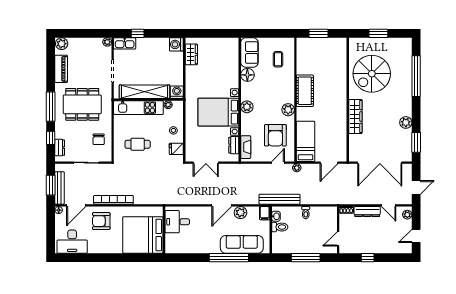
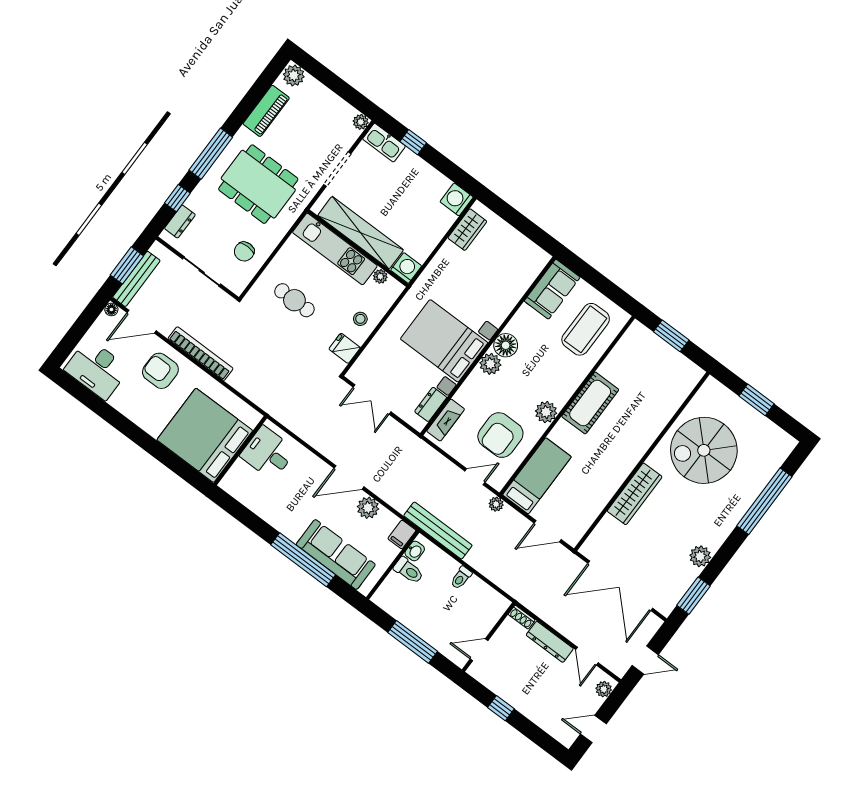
coffee table: (278, 59) -> (586, 329), width x1.86, depth x1.72
floor lamp: (247, 75) -> (506, 345), moved

